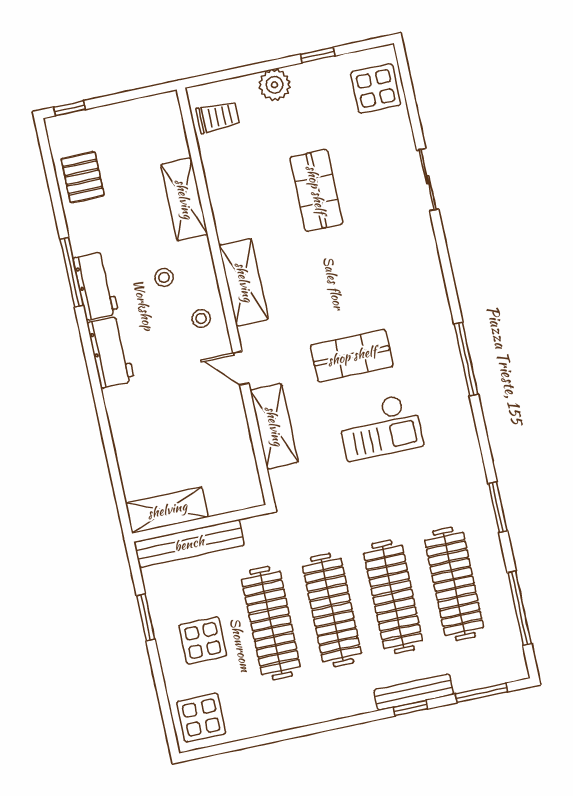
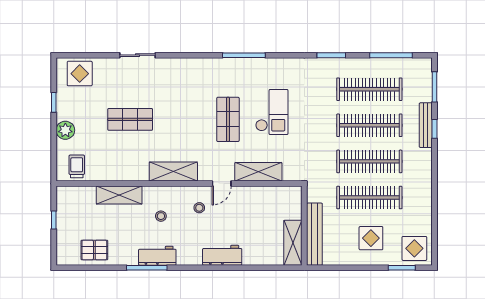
window: (69, 108) -> (54, 220), moved
stool: (201, 319) -> (199, 208), moved
workbench: (111, 352) -> (222, 255), moved
window: (146, 617) -> (402, 268), moved

